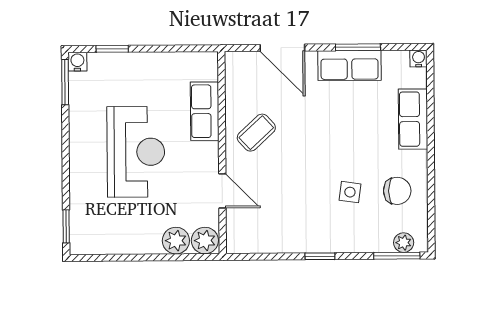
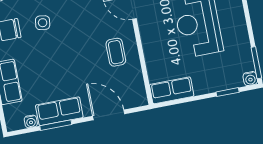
water cooler: (419, 58) -> (31, 121), moved
row of seats: (205, 111) -> (172, 90), moved, turned -90
coffee table: (256, 133) -> (116, 52), turned -47

